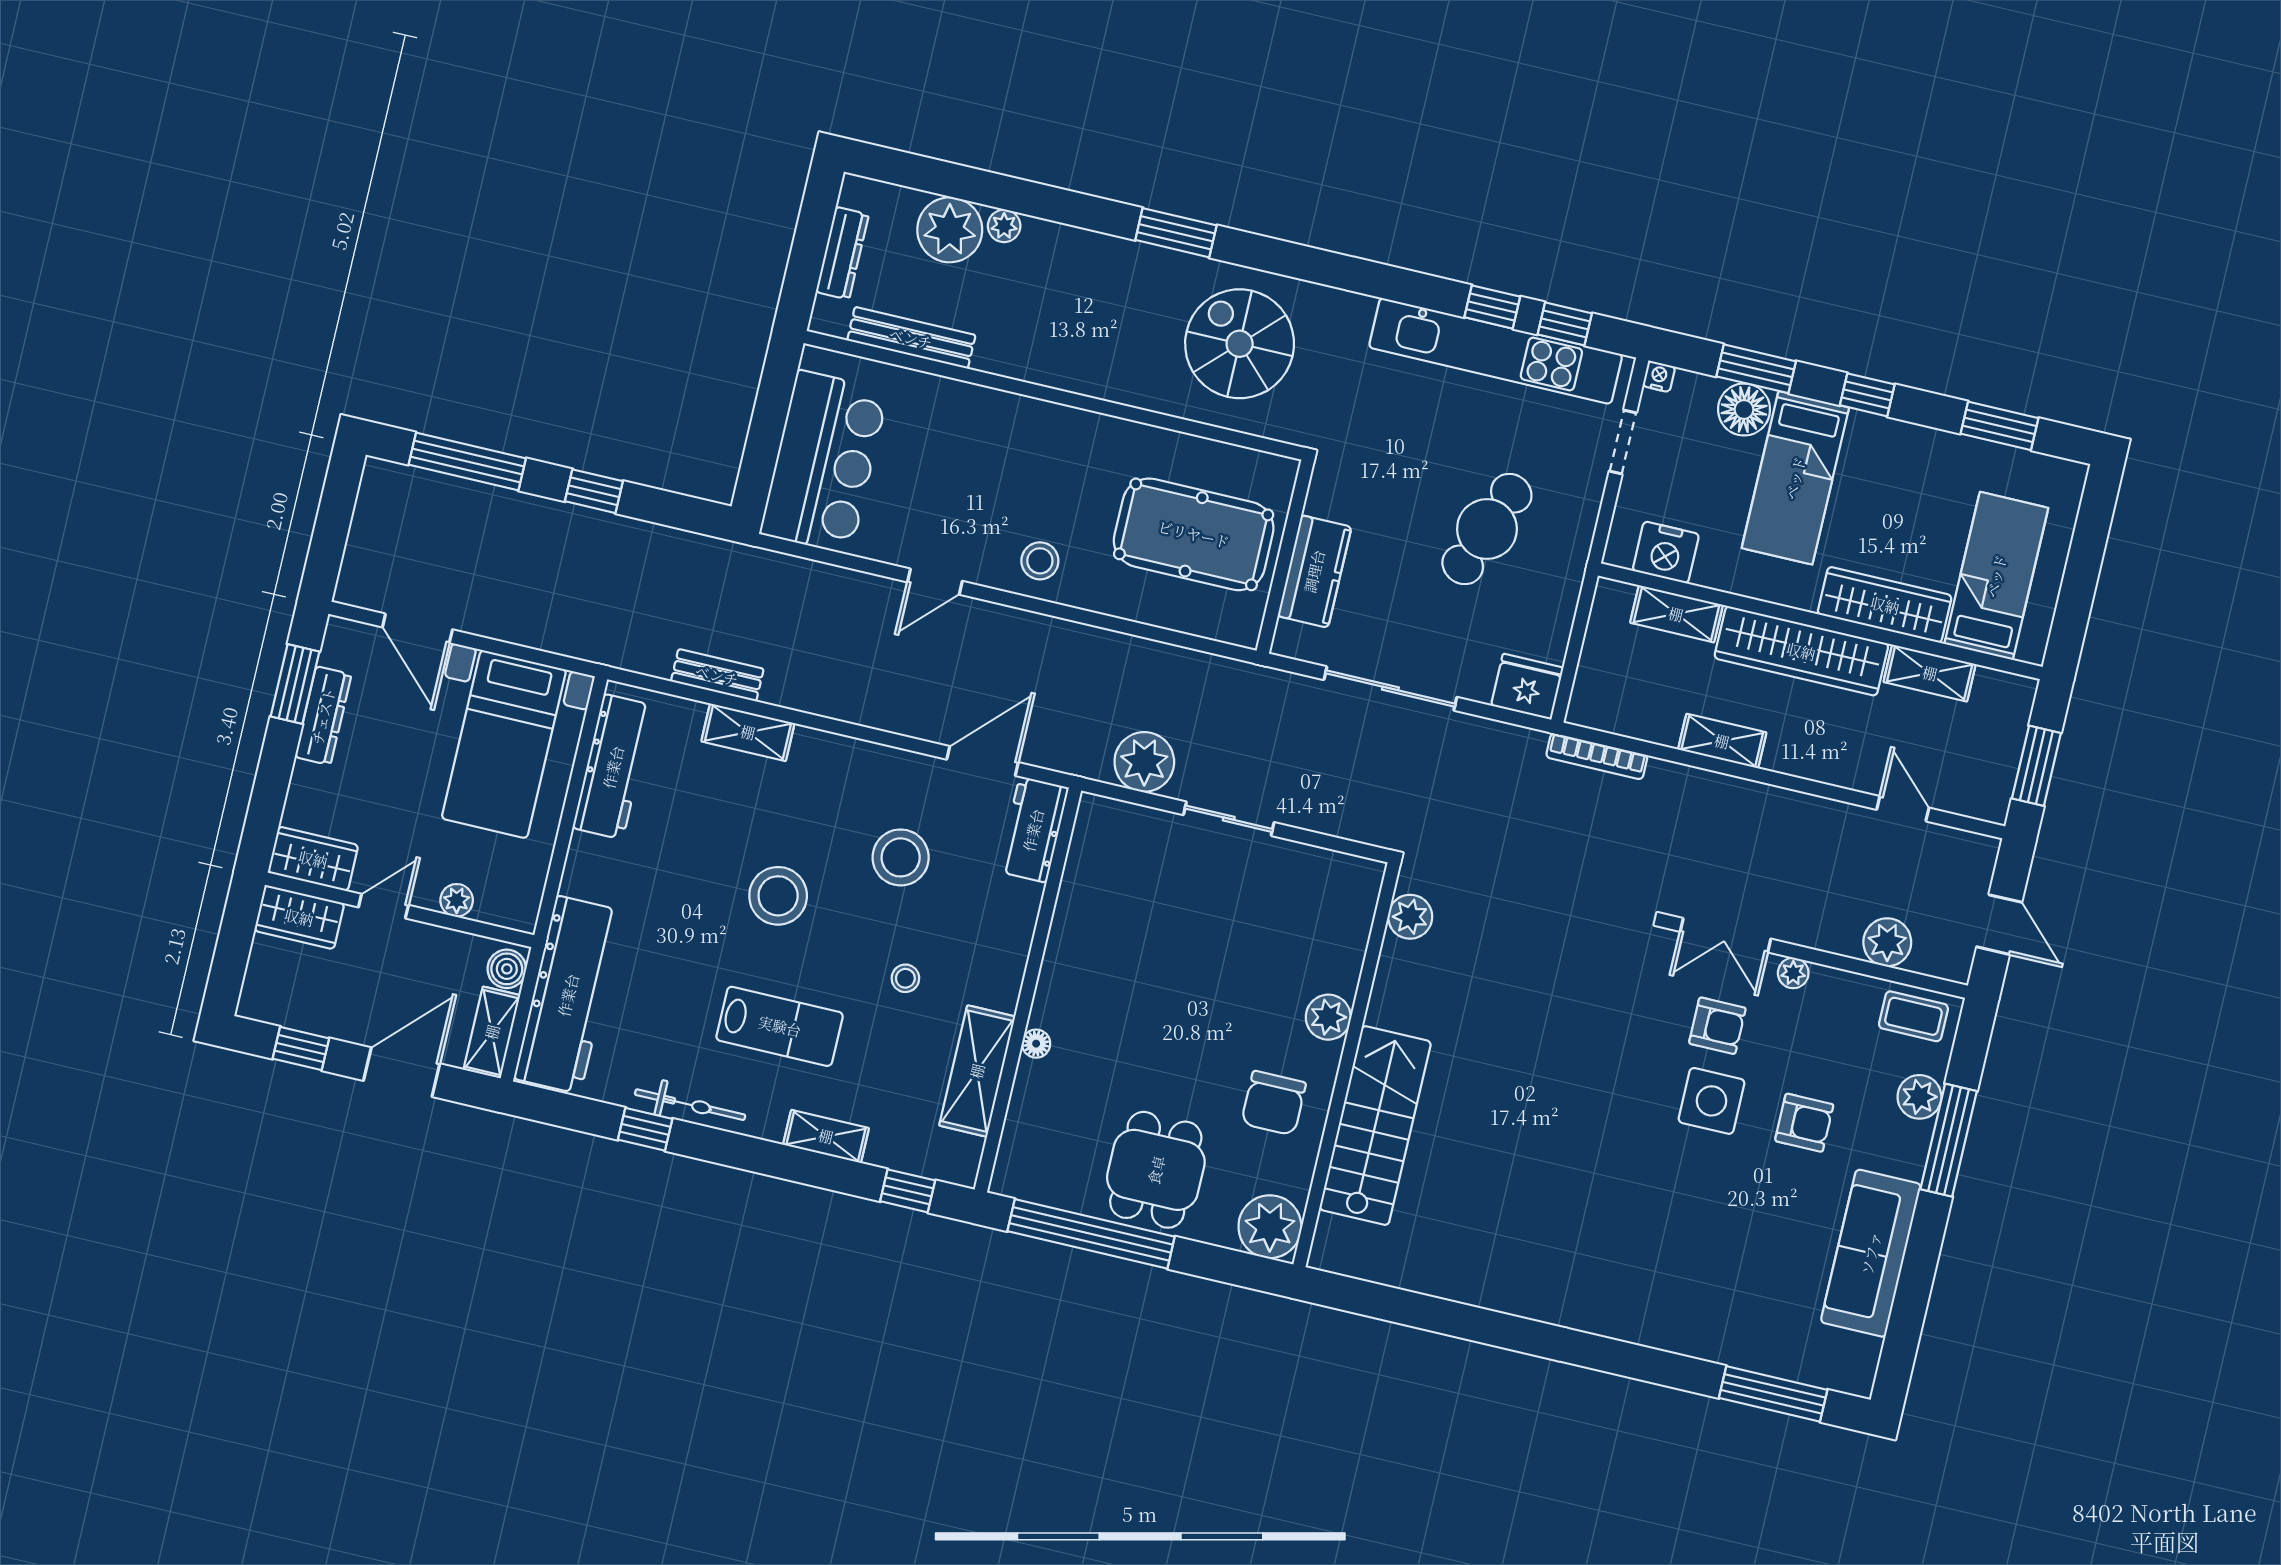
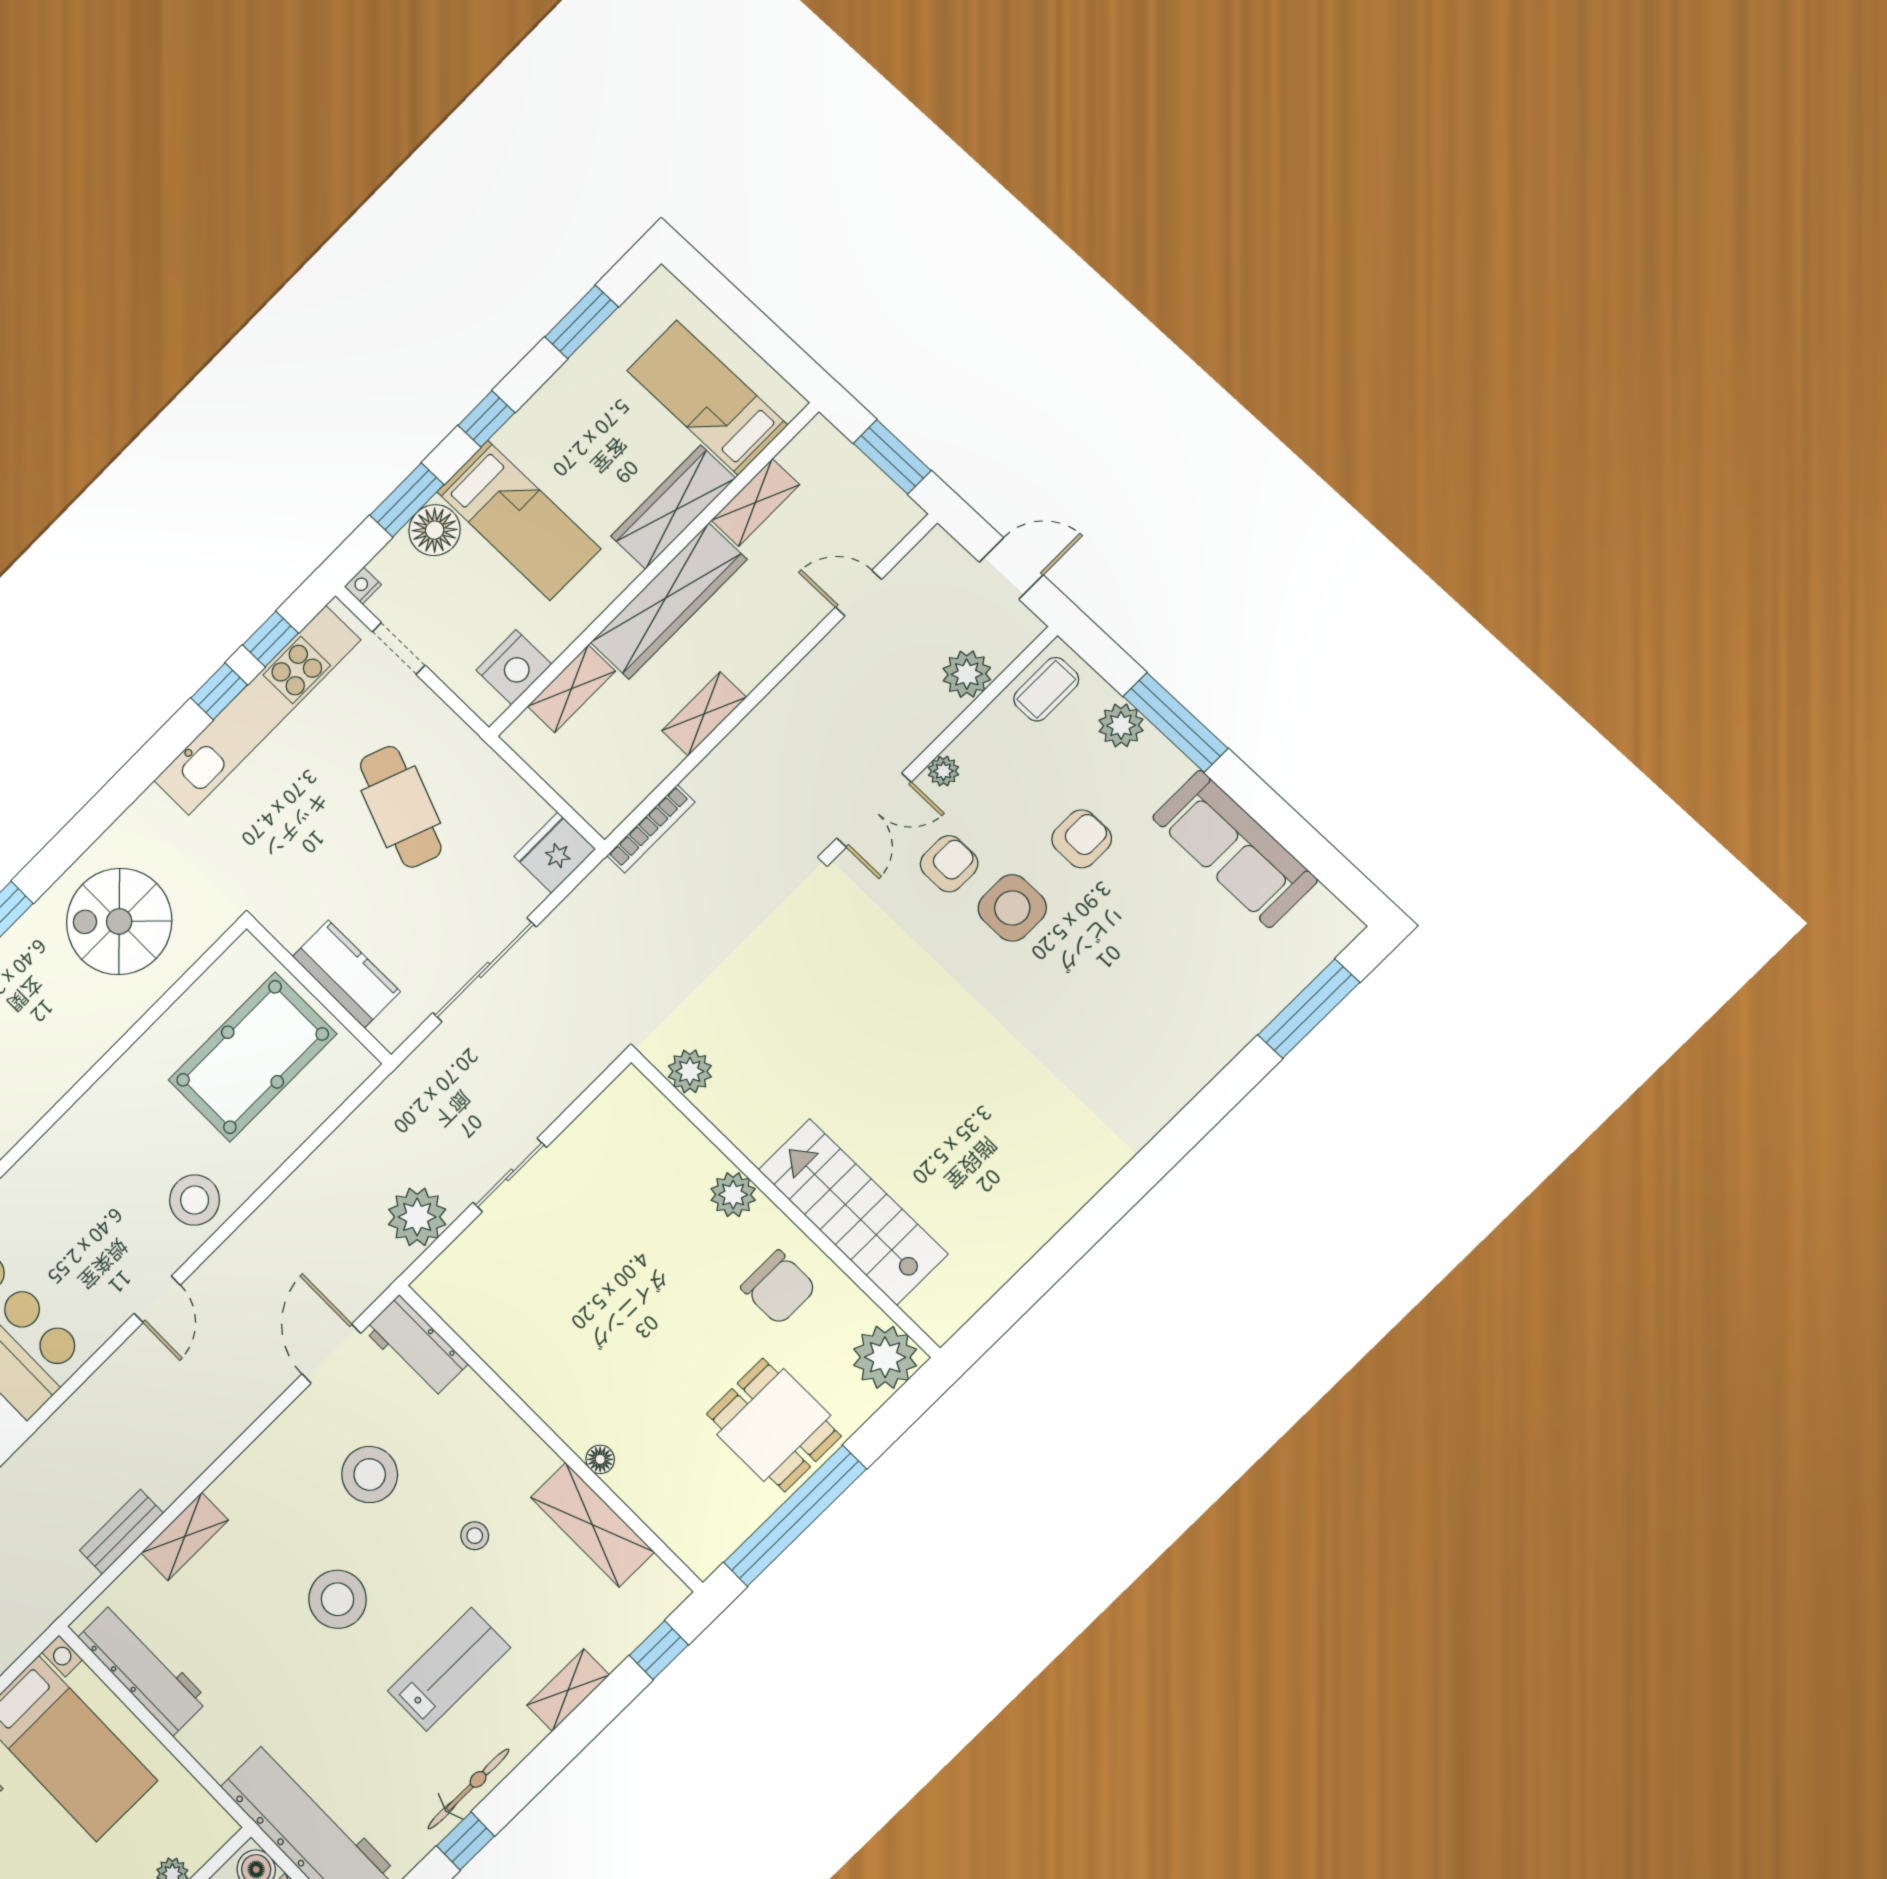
stool: (1040, 561) -> (195, 1200), width x1.38, depth x1.38

